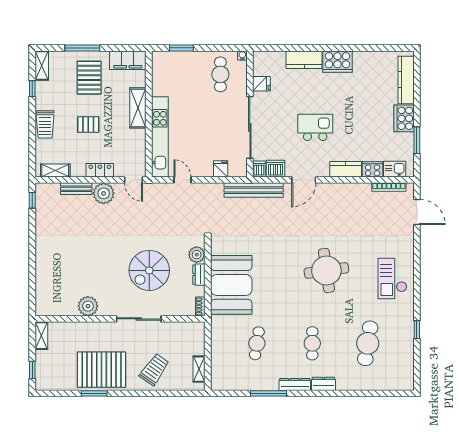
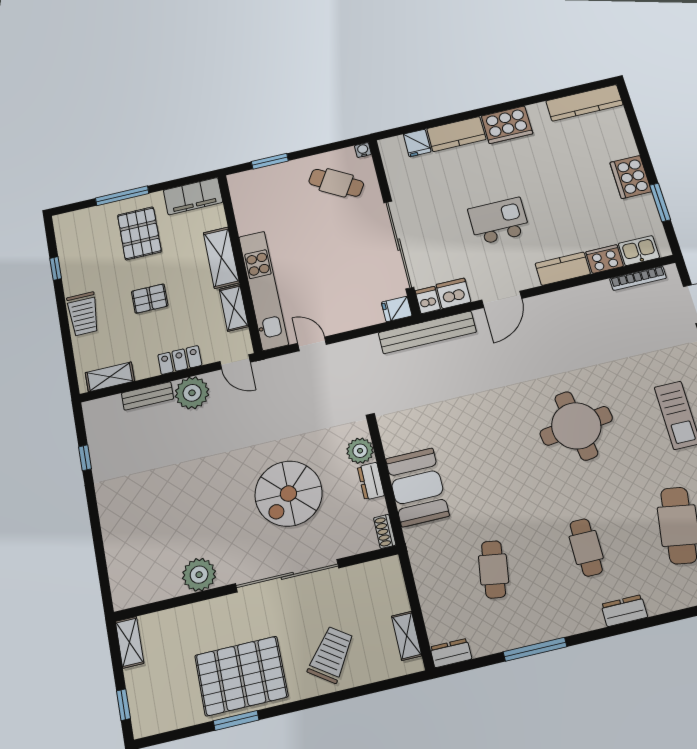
shelving: (42, 66) -> (234, 308), moved
cafe table: (220, 74) -> (336, 183), turned -59
kitchen counter: (406, 80) -> (584, 103), moved, turned -90
fridge: (261, 84) -> (417, 143), moved, turned 90
fridge: (221, 169) -> (397, 309), moved, turned -90
window: (32, 200) -> (85, 458), moved
booth: (231, 285) -> (417, 487), width x0.73, depth x0.70
sliding door: (139, 319) -> (287, 576), width x1.36
dresser: (295, 384) -> (451, 653), moved, width x0.70

